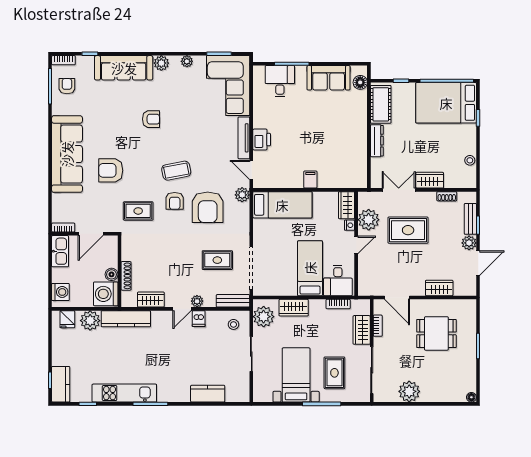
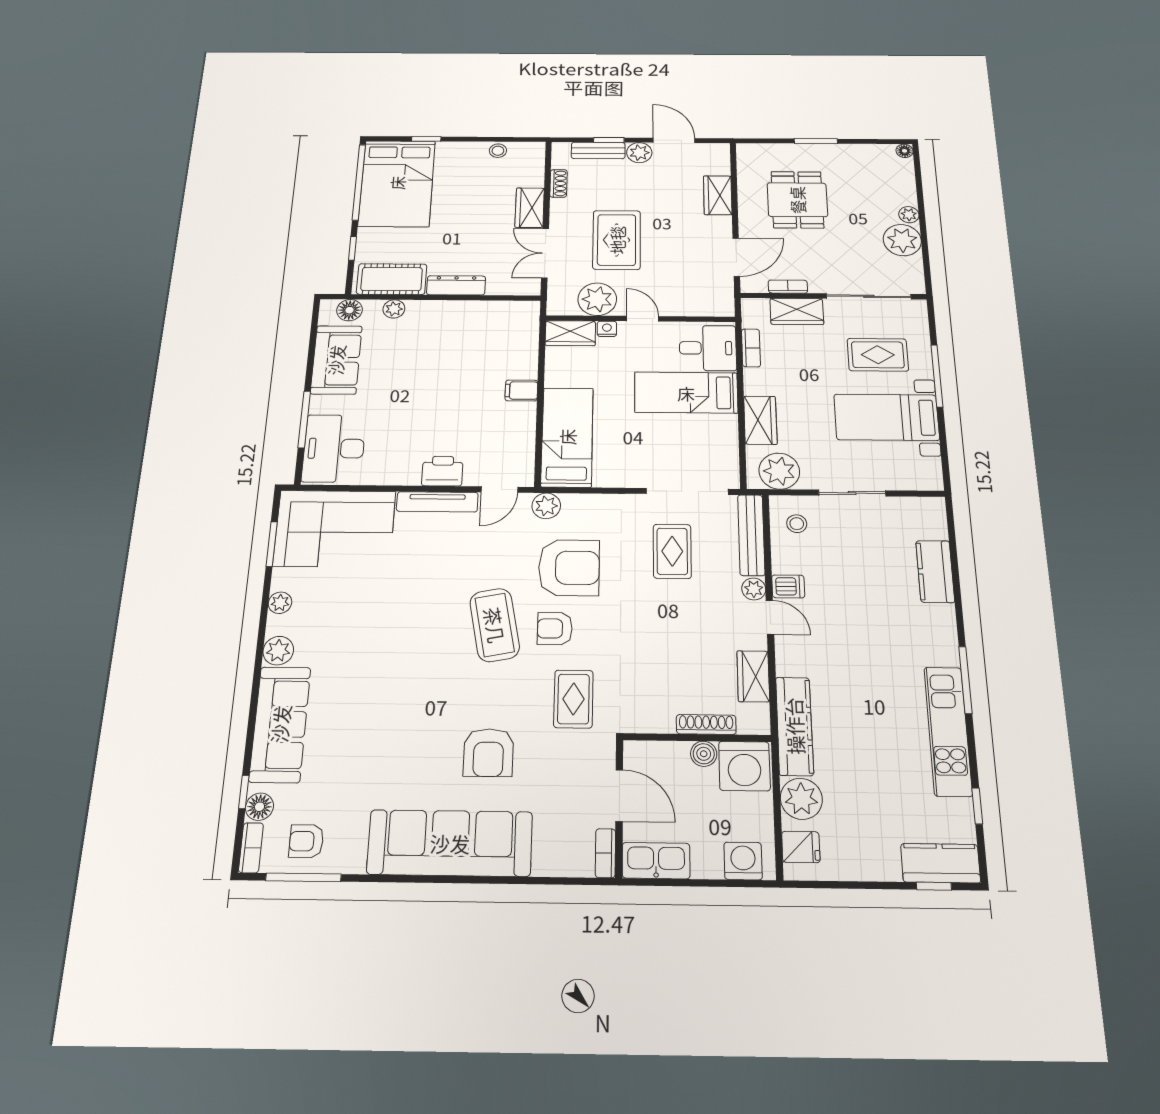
floor lamp: (83, 62) -> (259, 807), added
desk: (280, 81) -> (334, 448), width x1.37
plant: (361, 107) -> (394, 309), added
armchair: (151, 119) -> (389, 672), removed
coffee table: (176, 171) -> (495, 625), width x1.36, depth x1.32
armchair: (175, 201) -> (555, 629), turned 180
bench: (233, 301) -> (751, 535), width x1.36
plant: (427, 396) -> (909, 215), added

